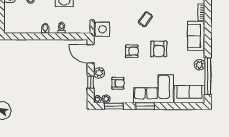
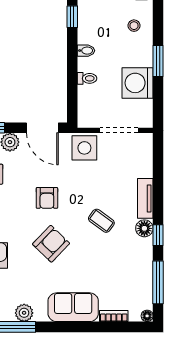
window: (25, 36) -> (72, 17), added
armchair: (159, 49) -> (51, 244), turned 134
door: (91, 54) -> (42, 128), swing flipped

